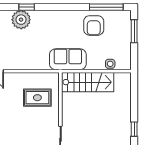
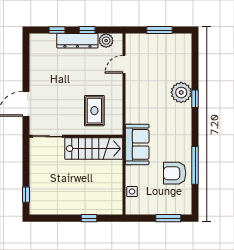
window: (106, 7) -> (195, 165), moved
stairs: (88, 82) -> (94, 148), moved, turned -90
window: (134, 129) -> (89, 218), moved

